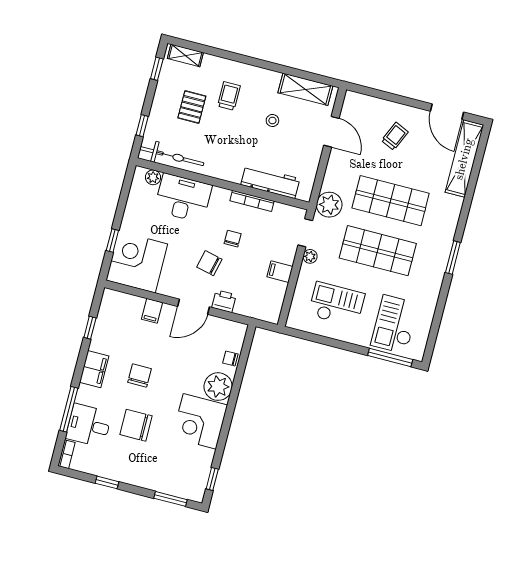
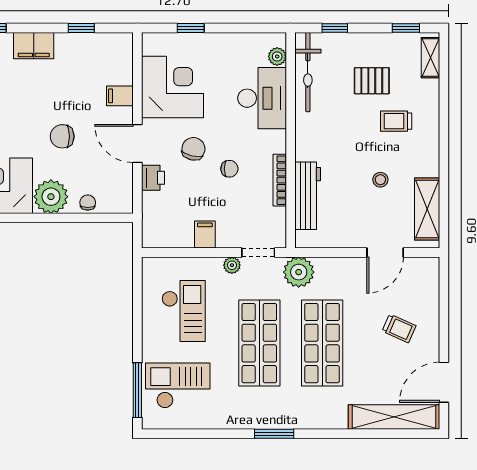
trolley: (229, 96) -> (396, 121), turned 180
corner desk: (137, 262) -> (173, 87), moved
chair: (140, 376) -> (62, 136), moved, turned 180

